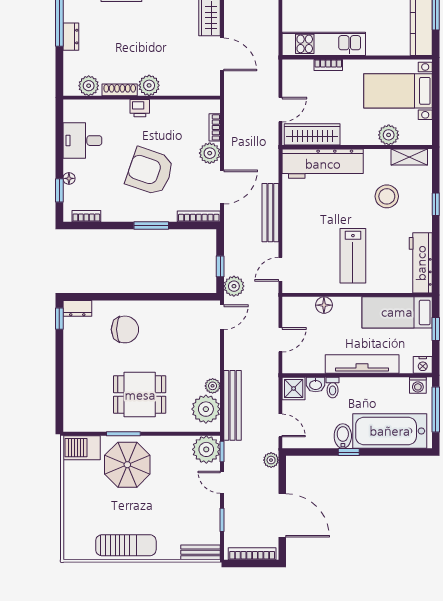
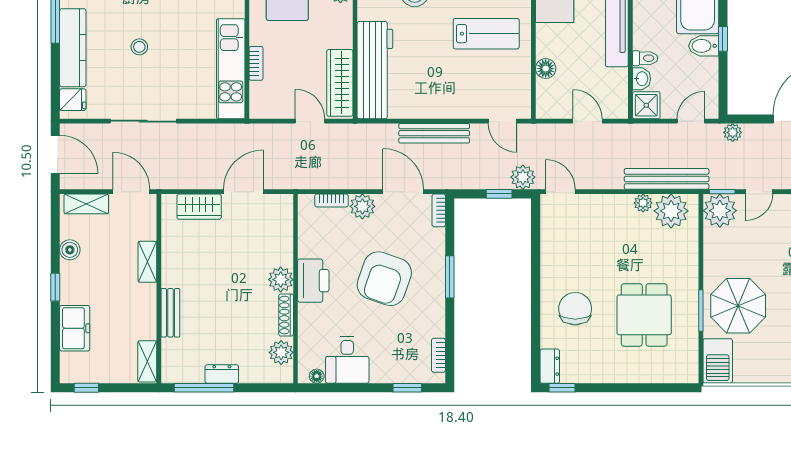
printer: (140, 108) -> (313, 281), width x1.87, depth x1.48
floor lamp: (69, 178) -> (317, 376), moved
bookcase: (199, 216) -> (439, 210), width x0.64
dining table: (140, 395) -> (644, 315), moved

